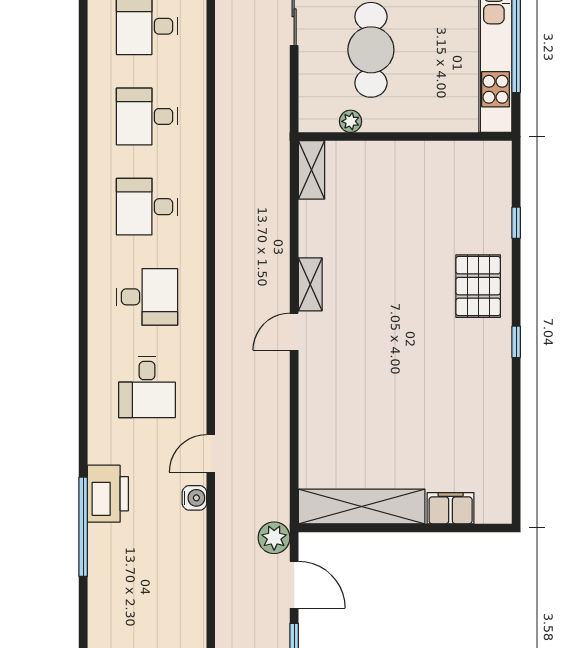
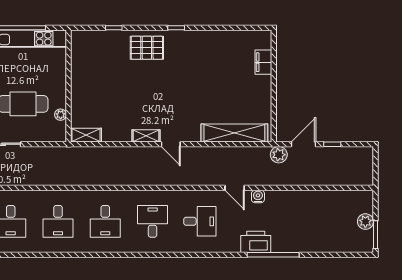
shelving: (362, 507) -> (234, 133), moved, turned 90

